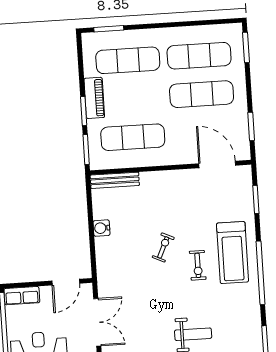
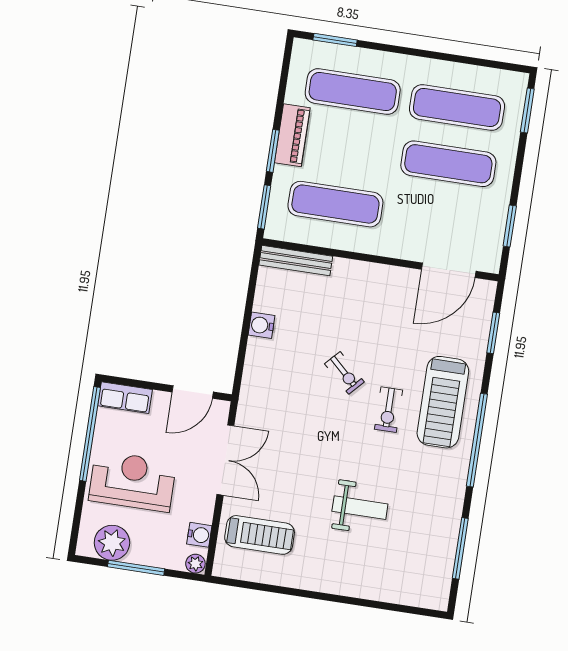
door: (217, 164) -> (449, 270), swing flipped
exercise bike: (163, 247) -> (344, 373), turned 108

